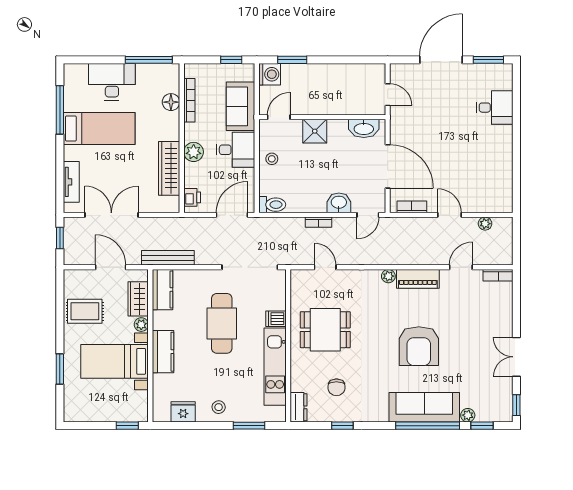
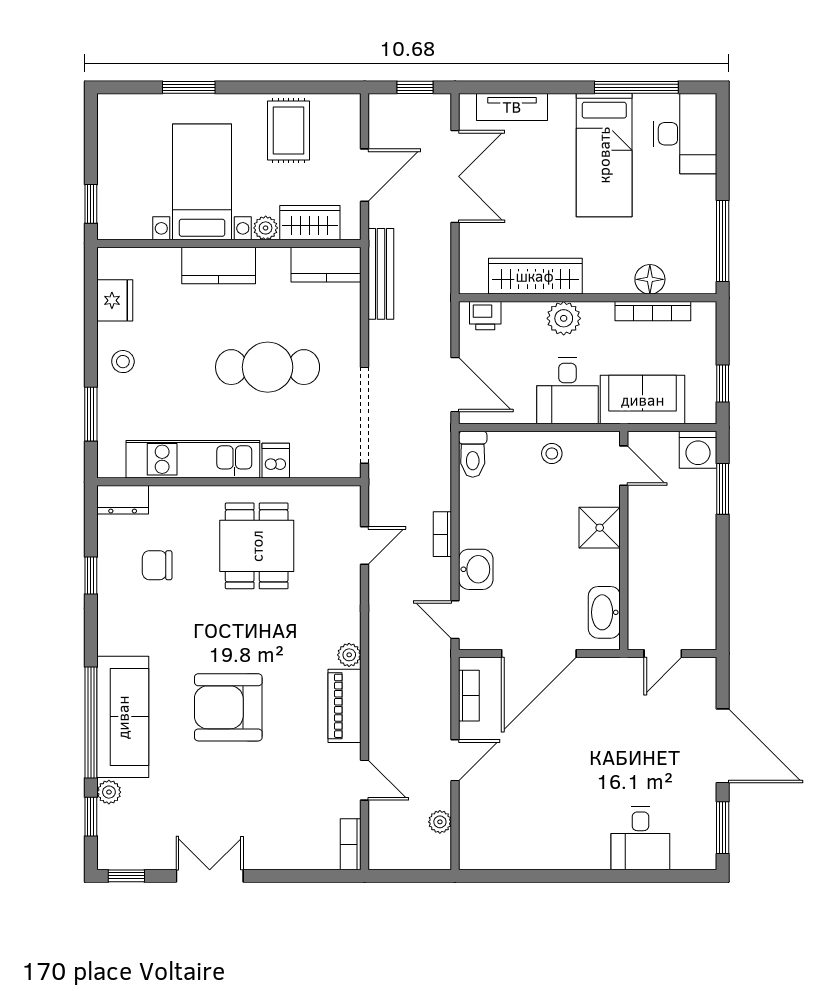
desk: (112, 82) -> (685, 134), moved

